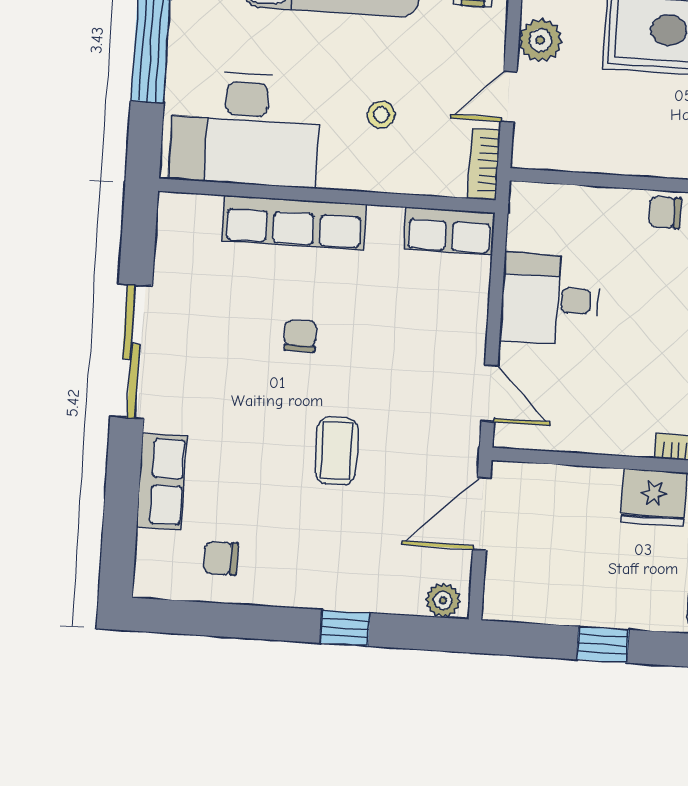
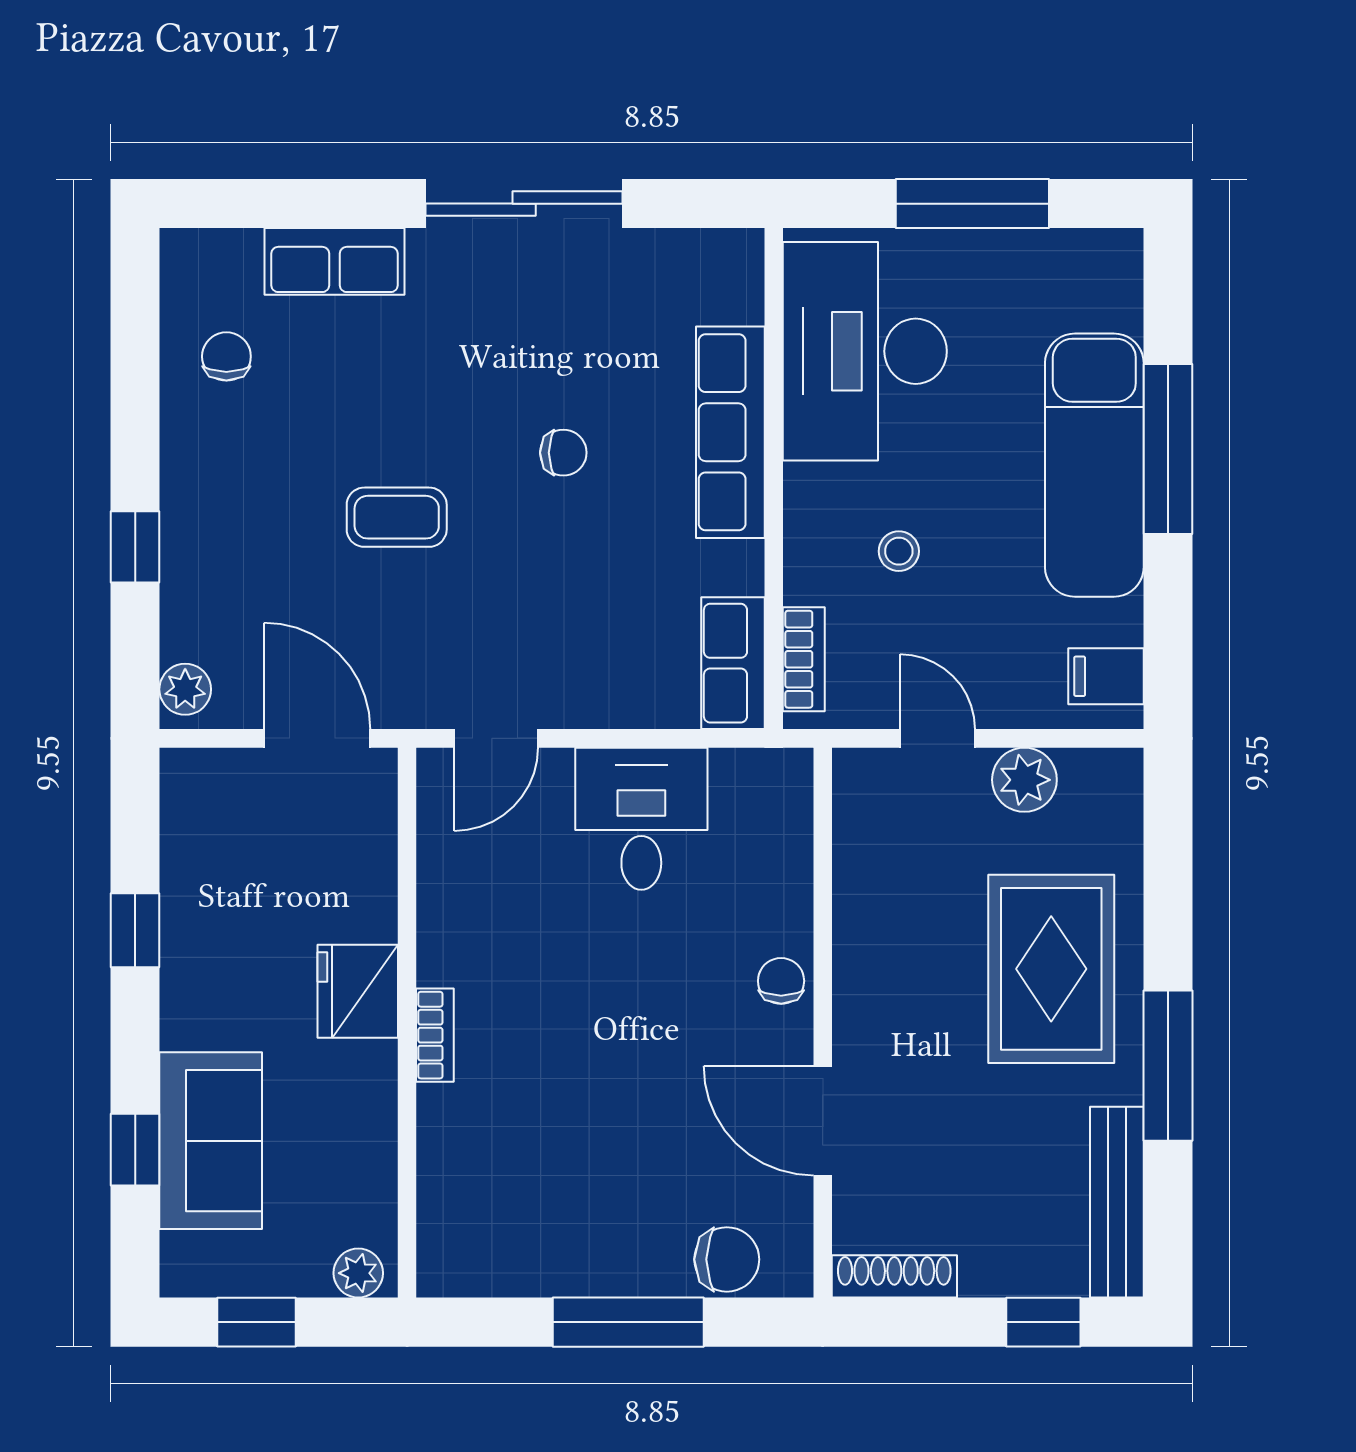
bookcase: (484, 164) -> (804, 659), moved, turned 90

